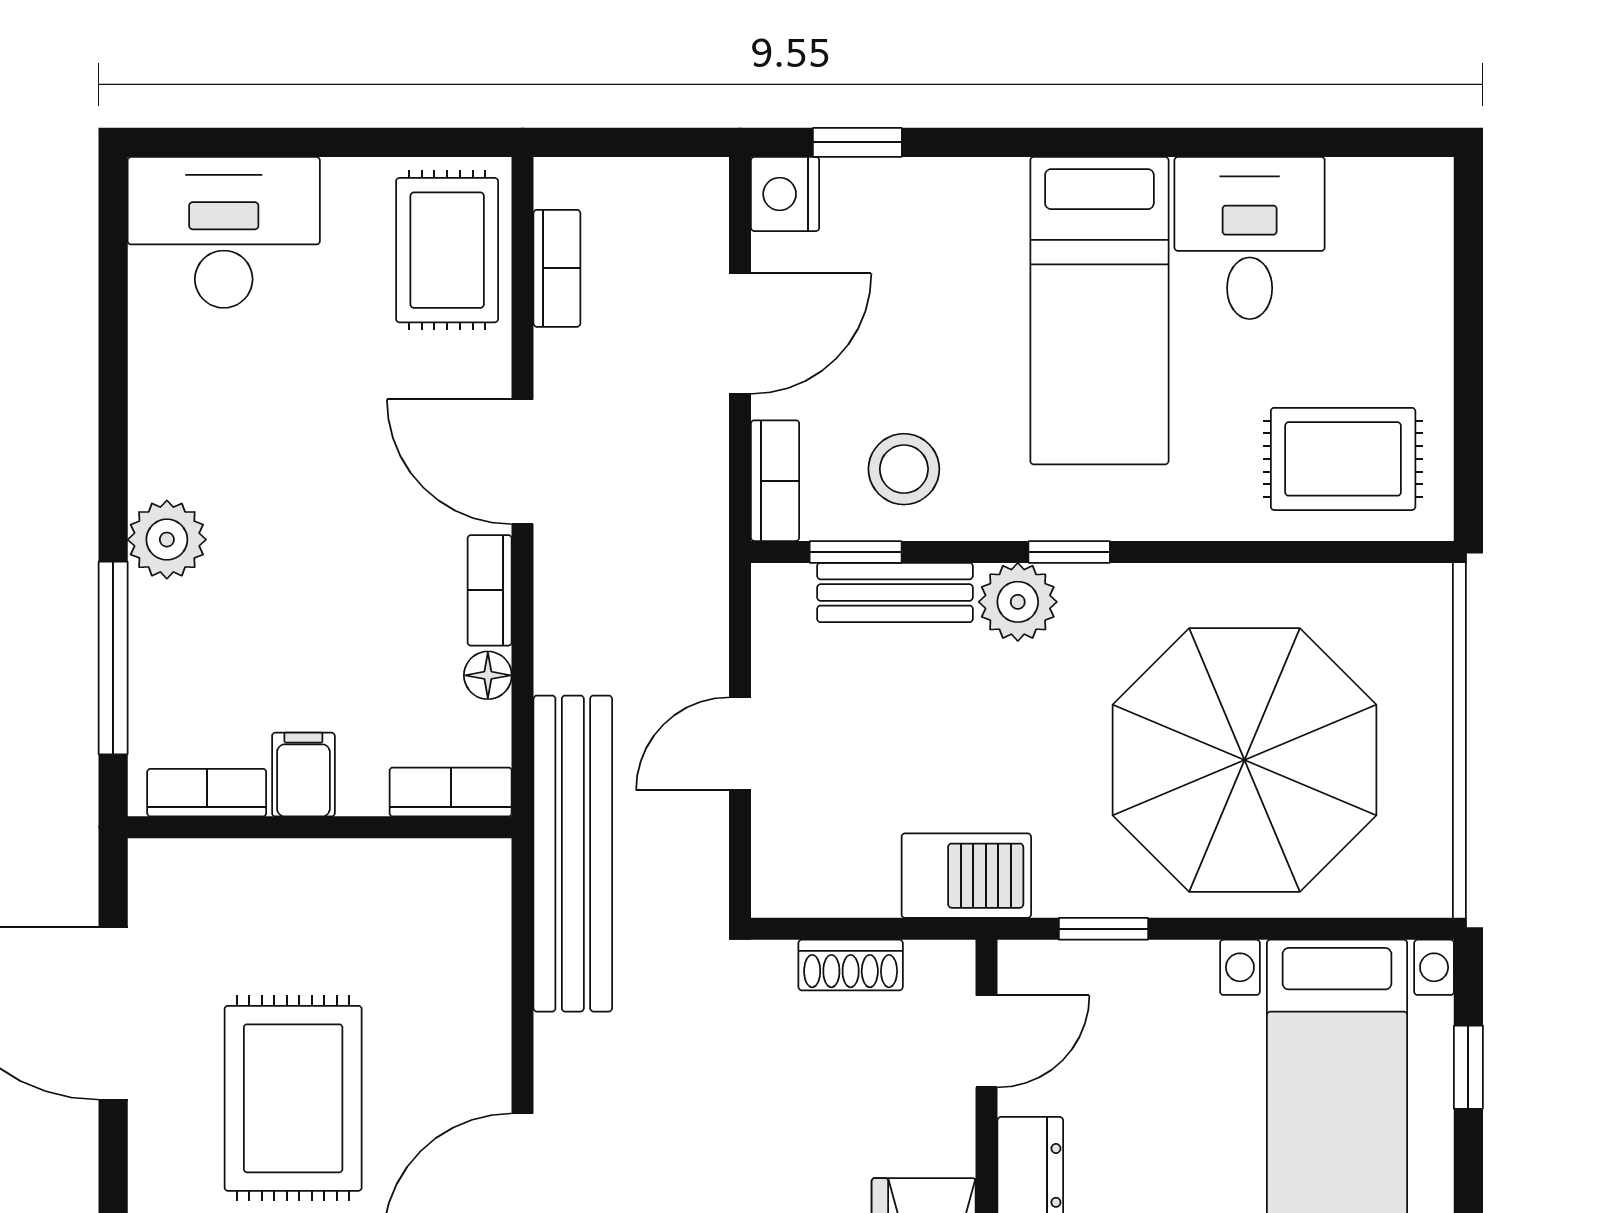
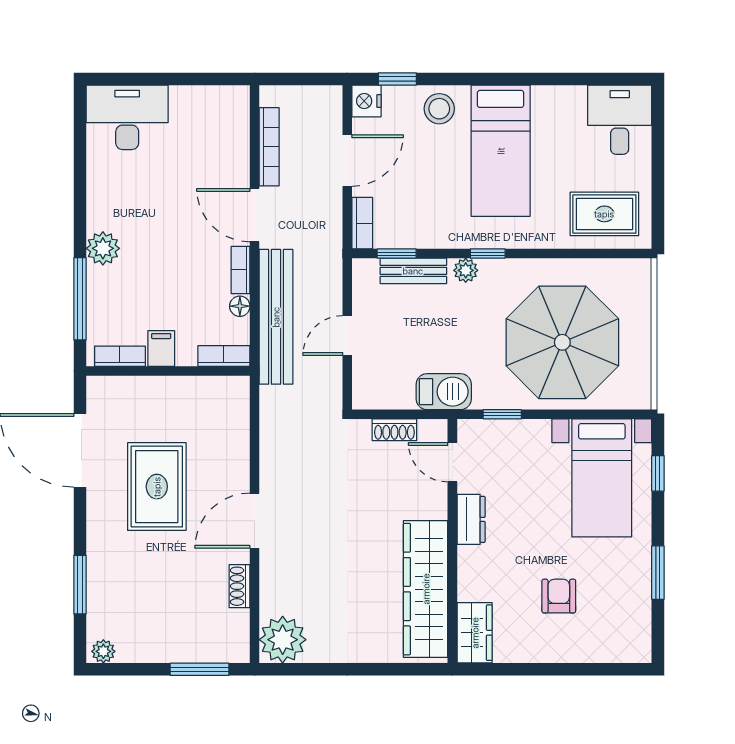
desk: (1250, 238) -> (620, 120), moved
rug: (447, 250) -> (222, 125), removed
bookcase: (557, 268) -> (269, 147), width x1.56
stool: (904, 469) -> (439, 109), moved
plant: (1018, 602) -> (466, 270), width x0.73, depth x0.73
bench: (573, 854) -> (276, 317), moved
door: (986, 1041) -> (452, 462), swing flipped

